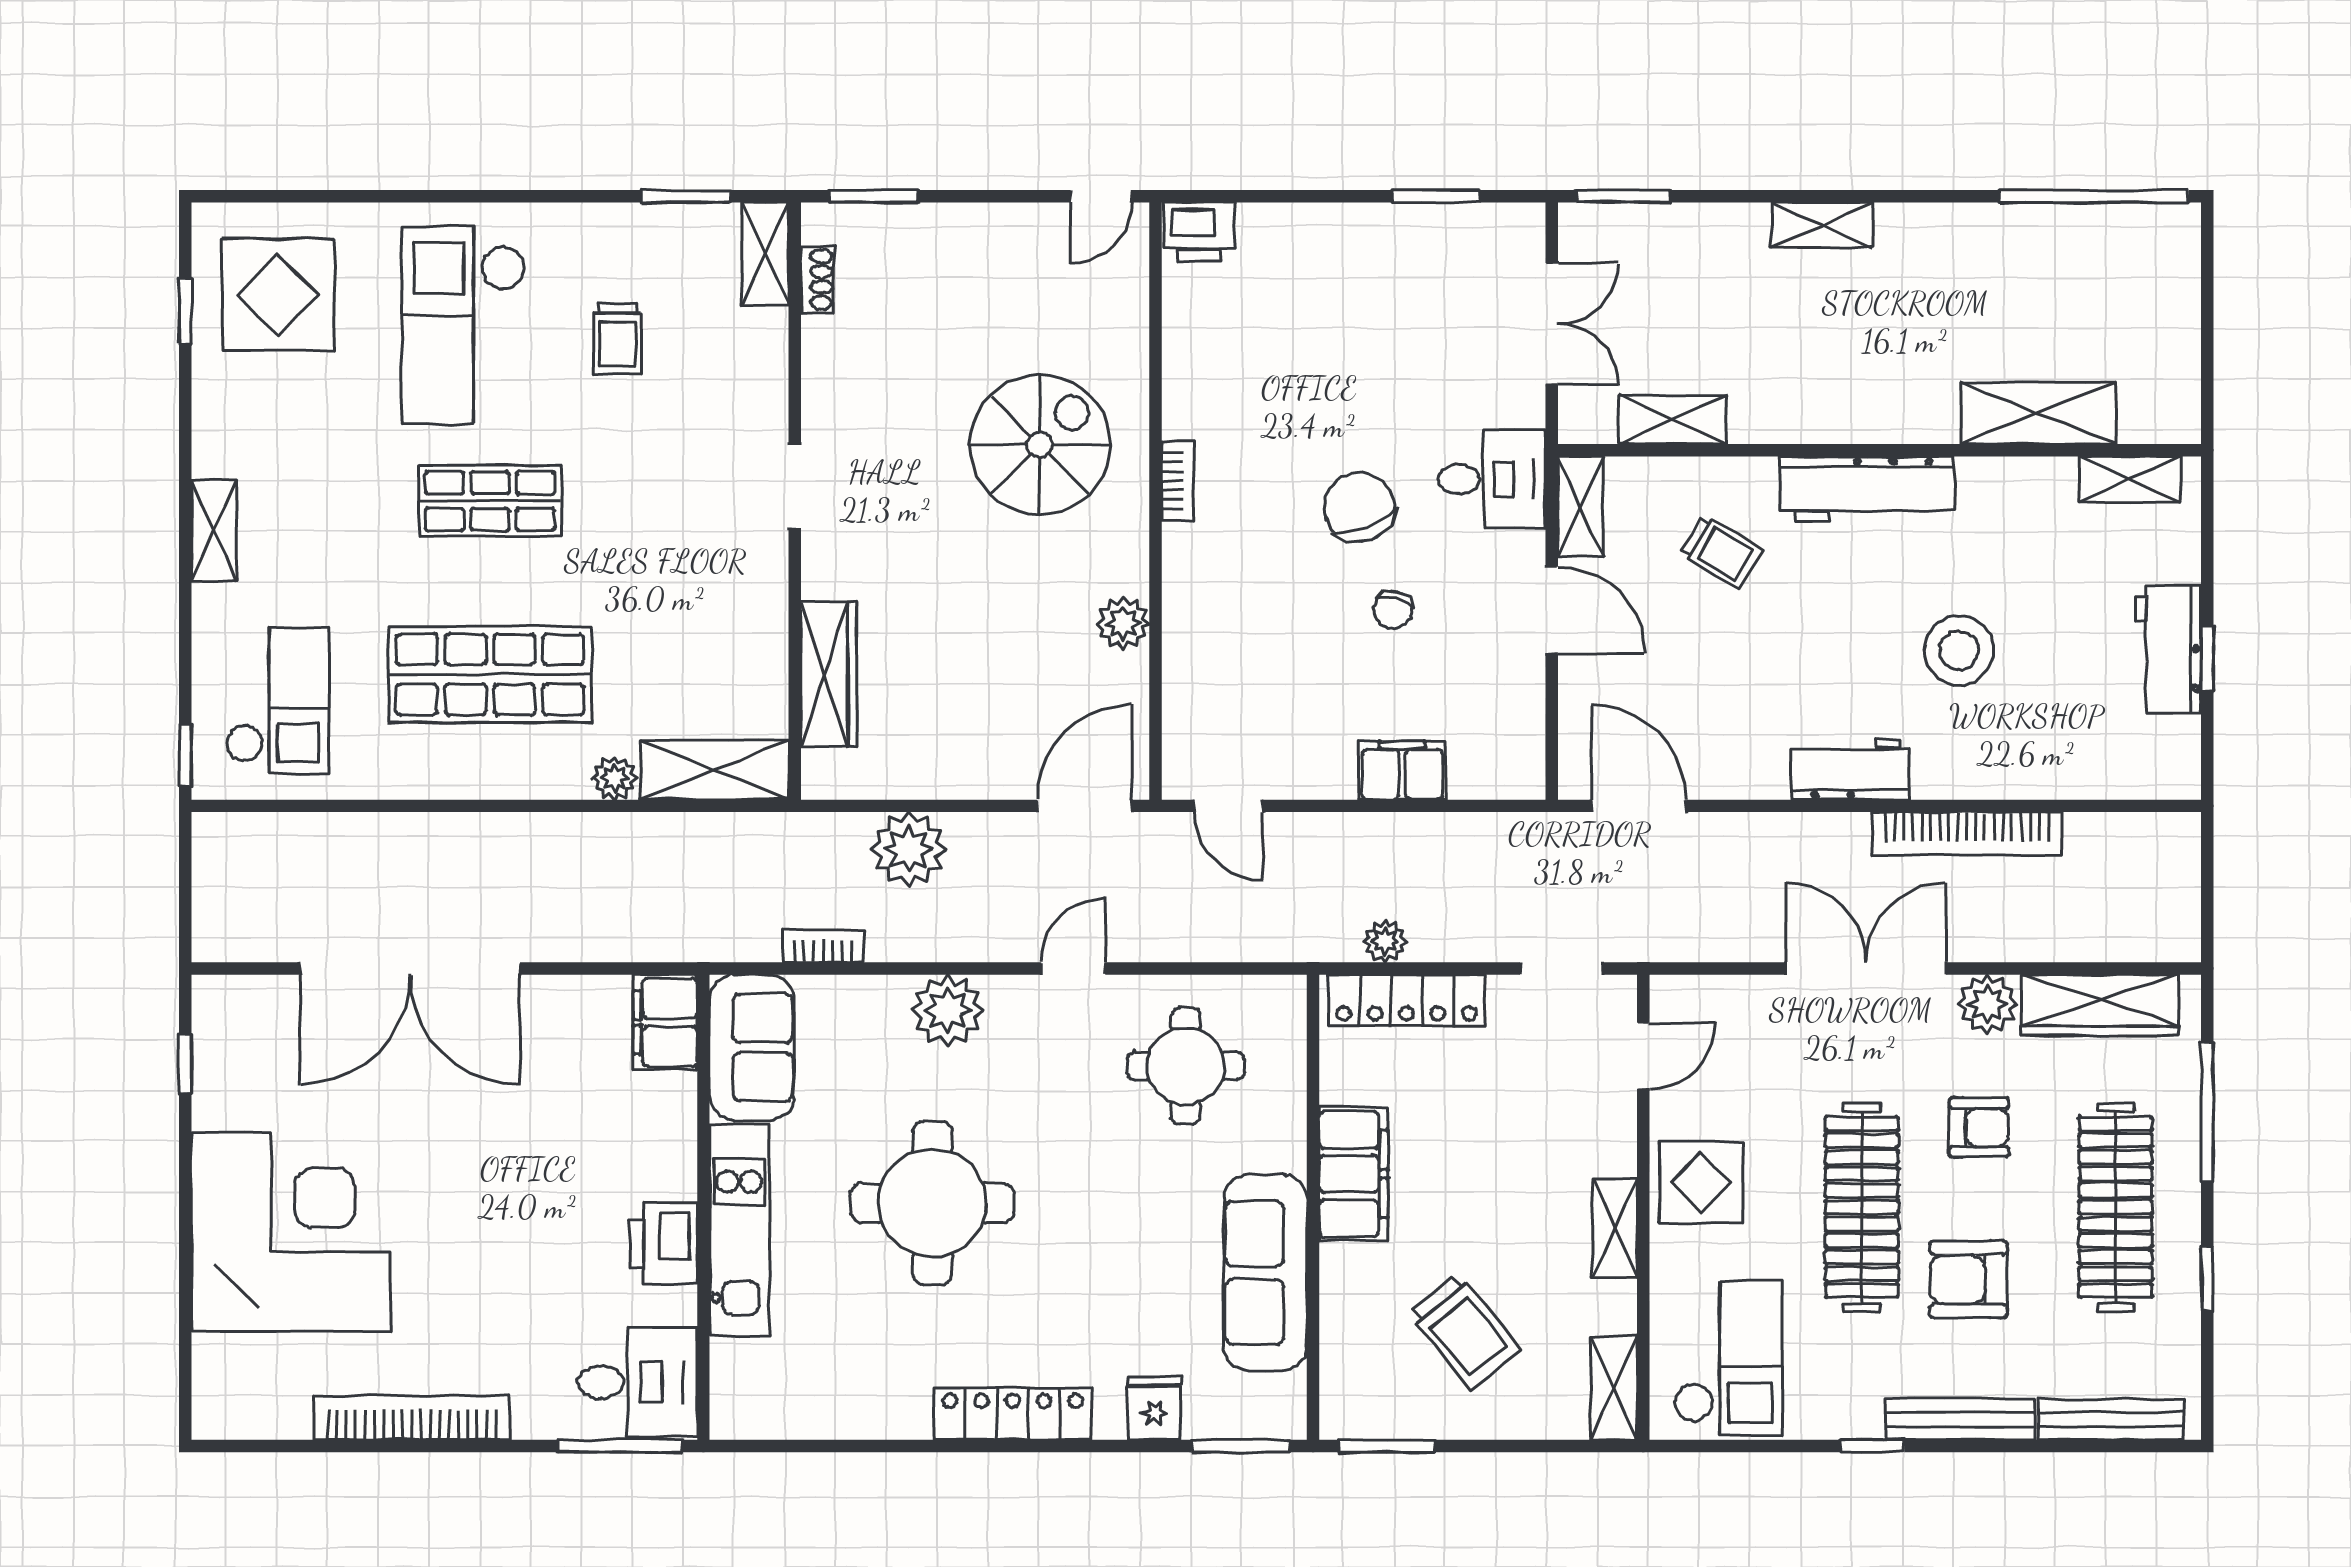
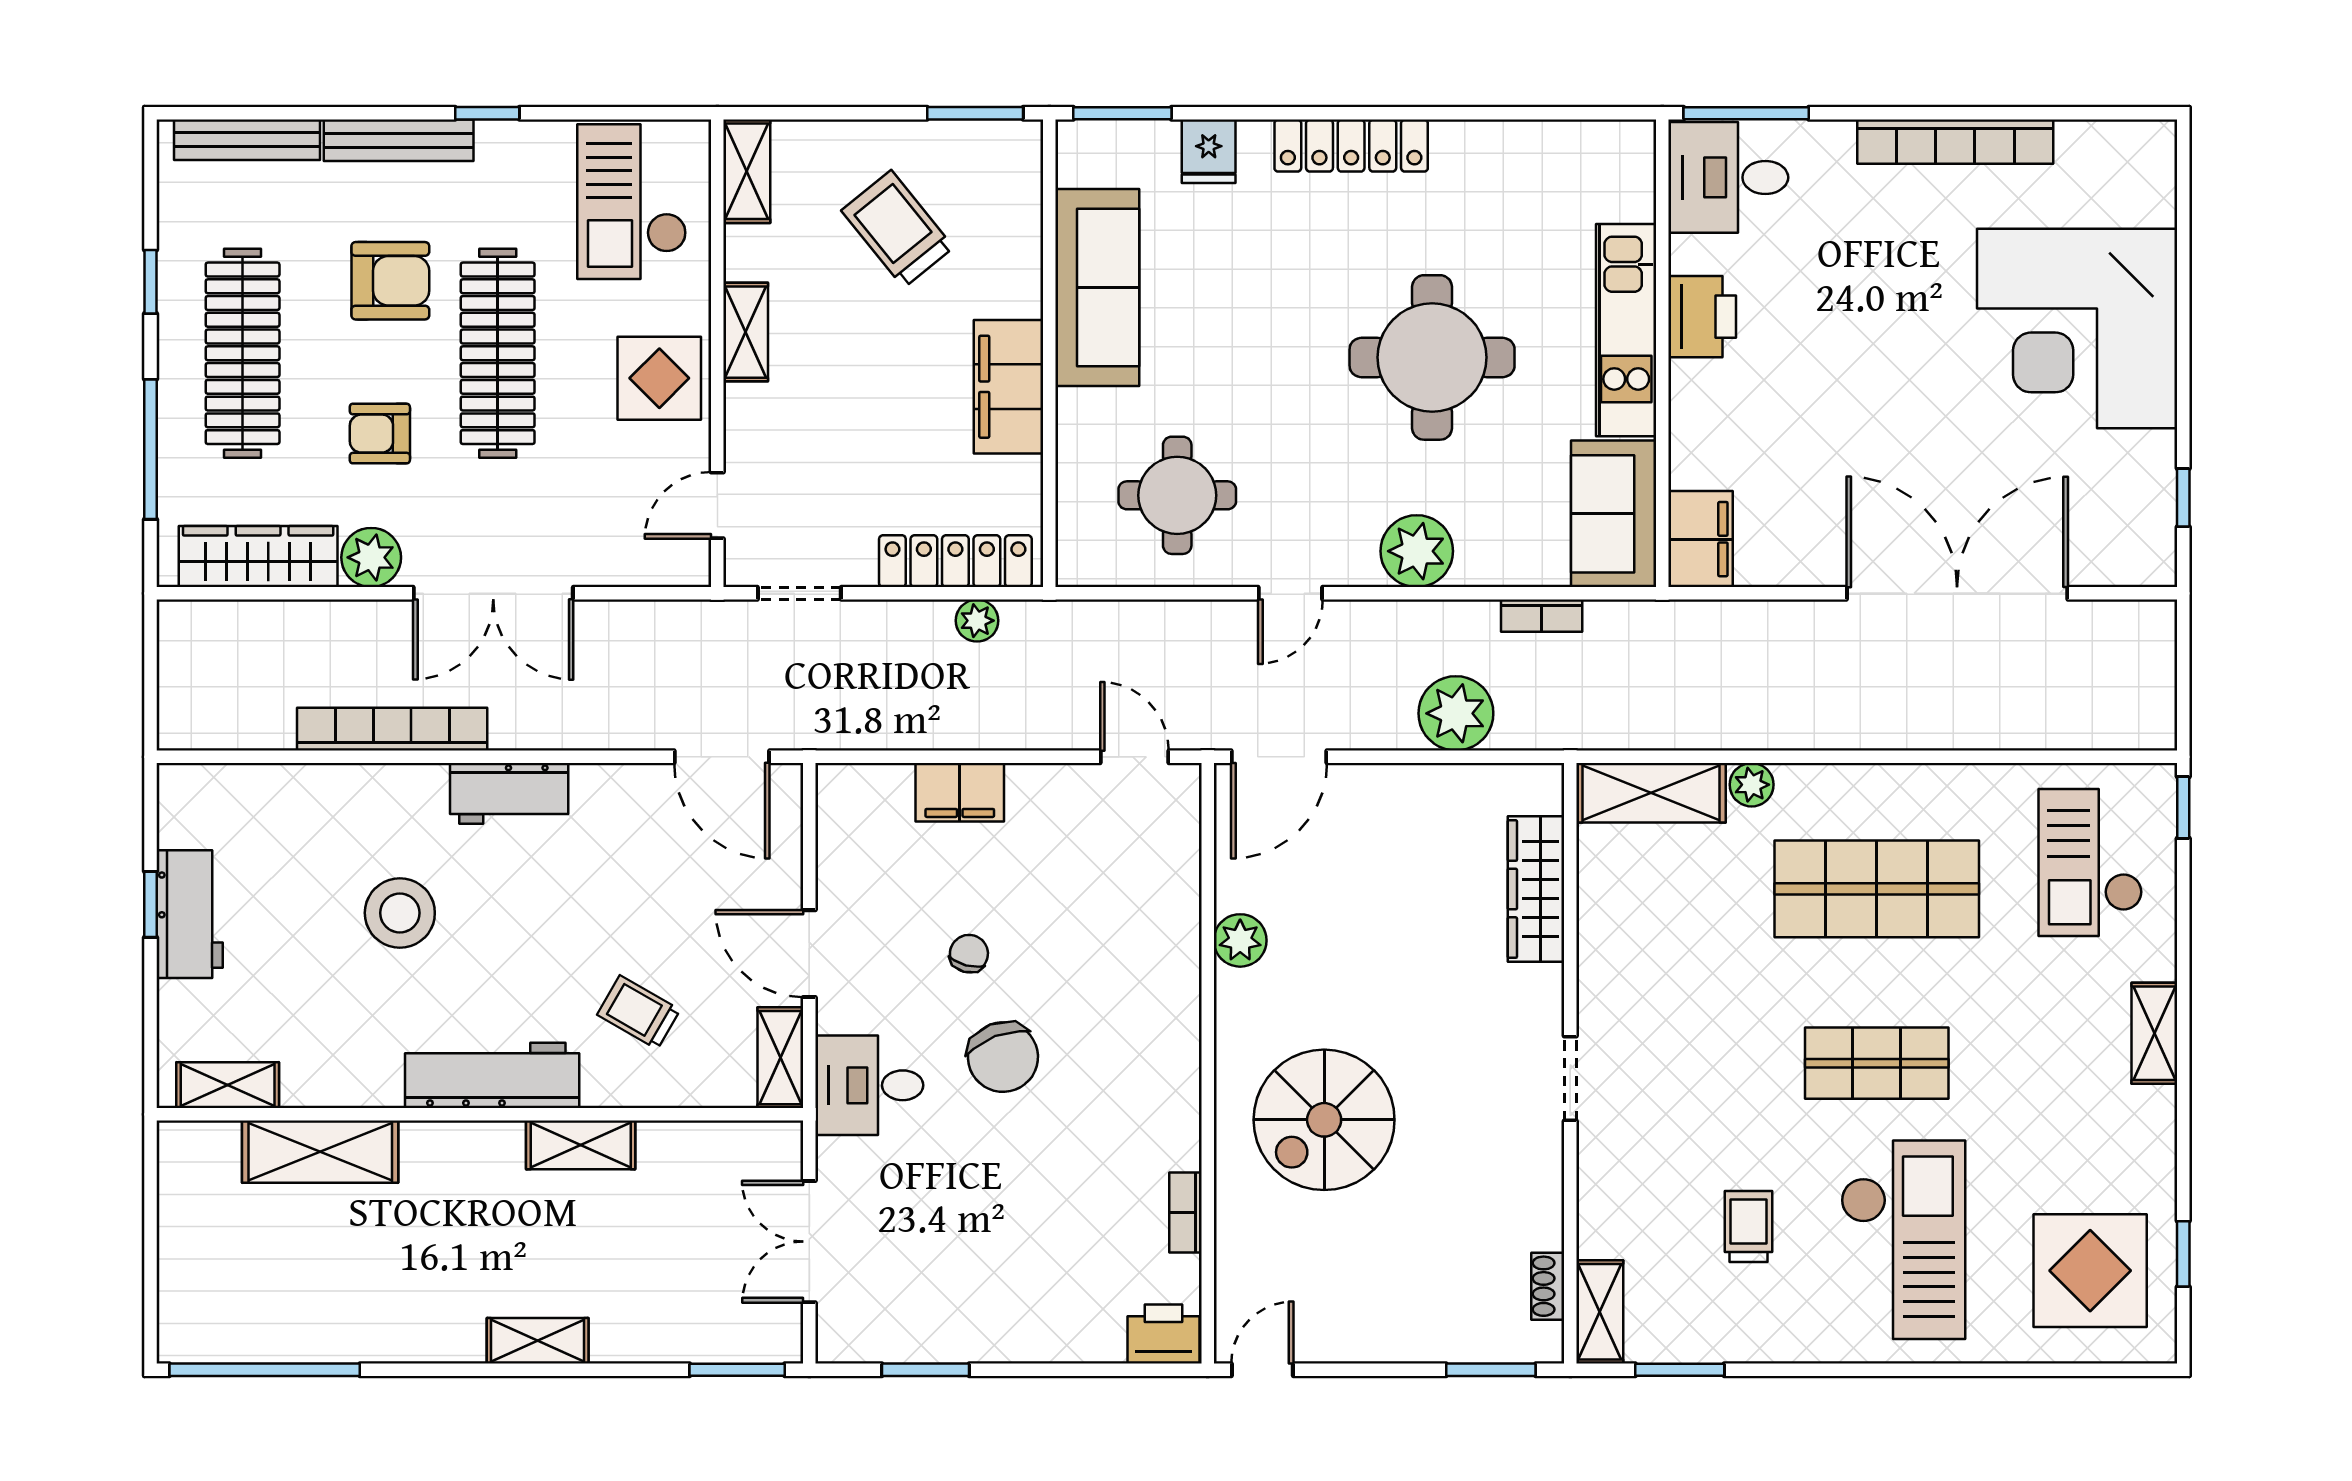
shelving: (1673, 420) -> (581, 1145), moved
bookcase: (1178, 481) -> (1186, 1213), moved

